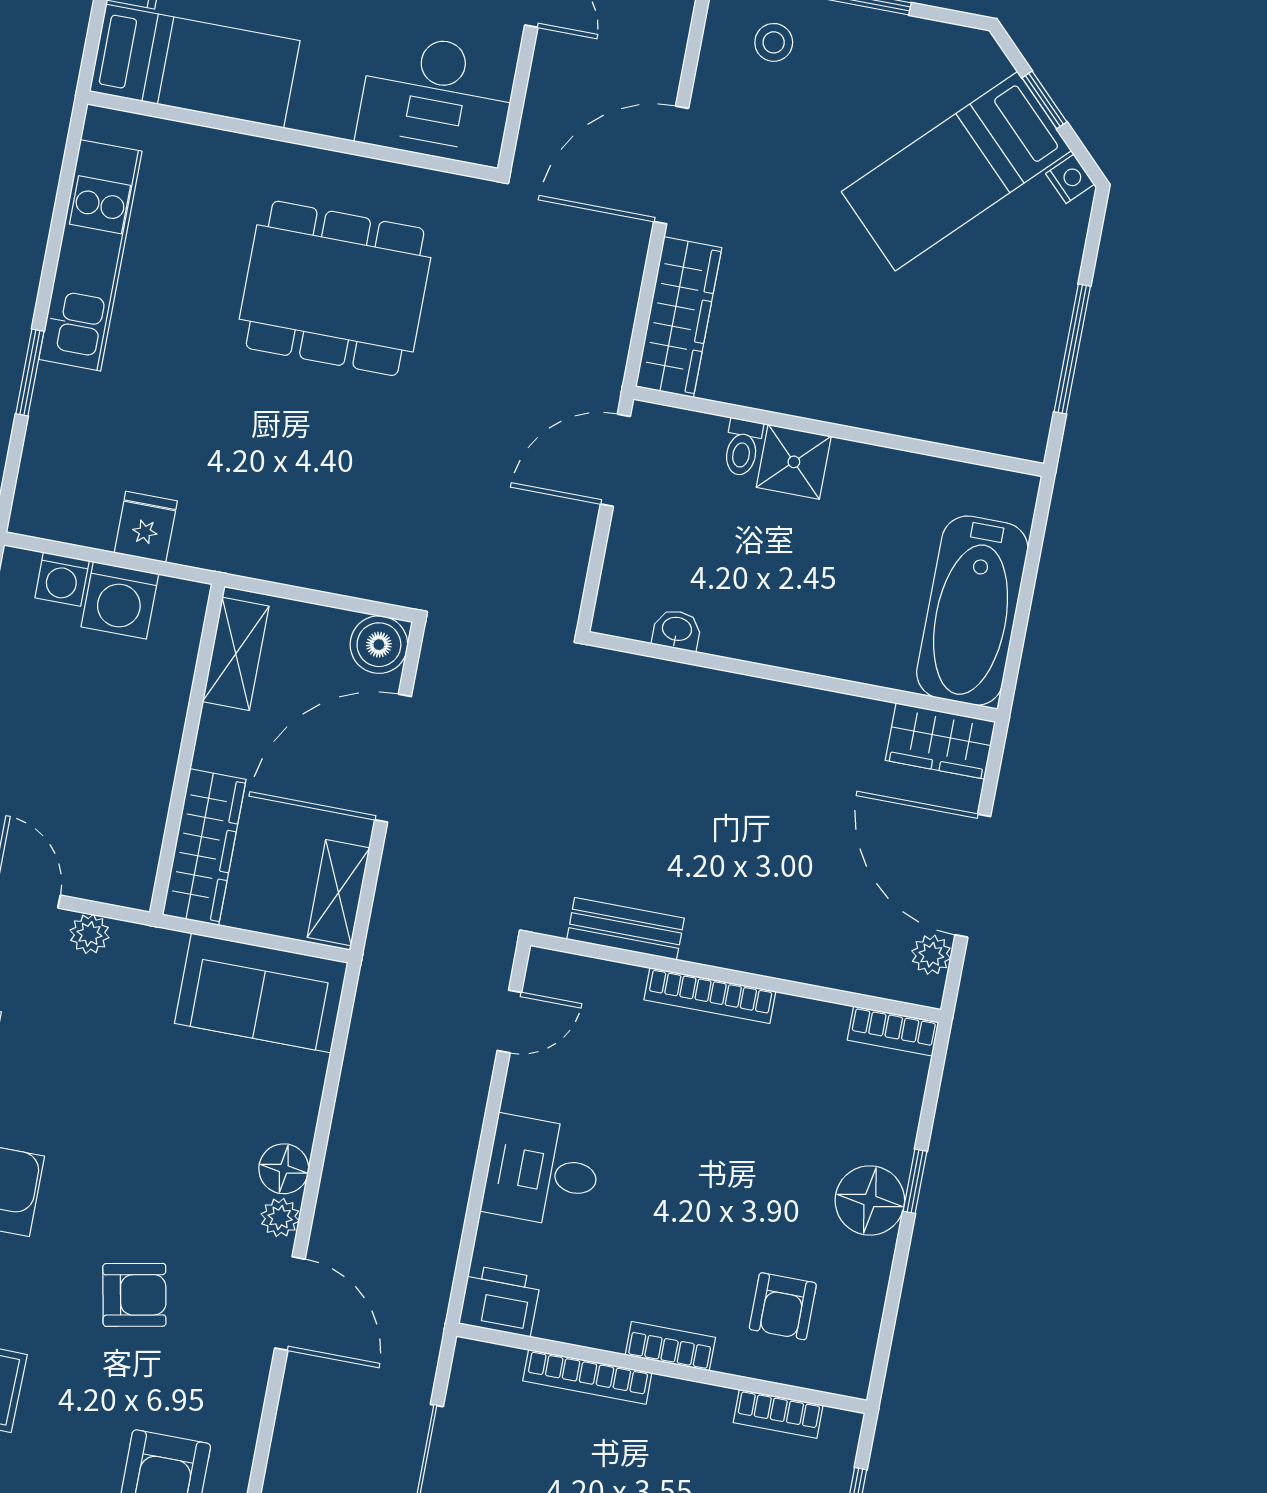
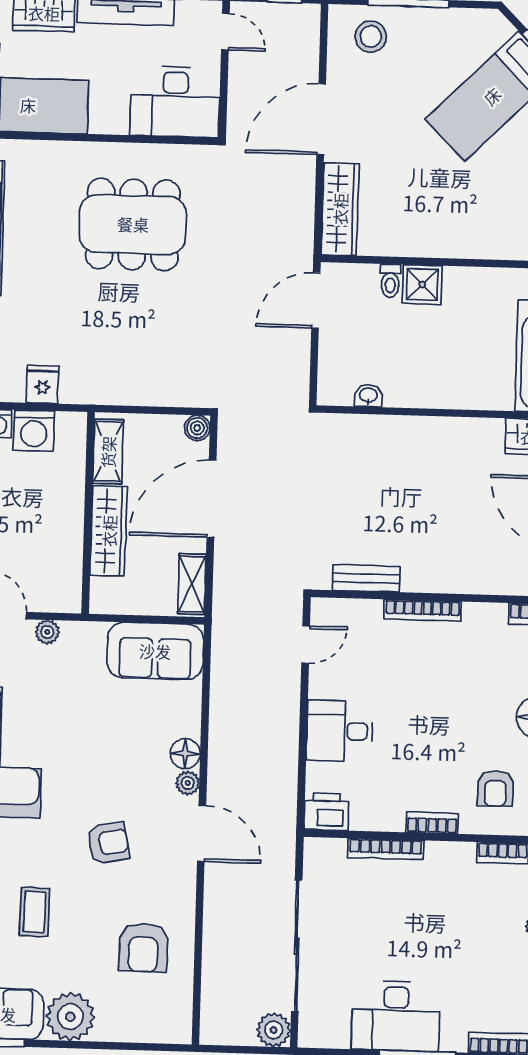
stool: (774, 42) -> (371, 37), width x1.37, depth x1.37
boiler: (379, 645) -> (197, 428), width x0.73, depth x0.73
wardrobe: (204, 847) -> (109, 531), moved

